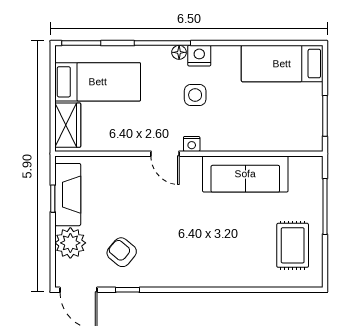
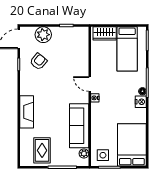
bed: (282, 64) -> (132, 145), width x1.50
side table: (195, 95) -> (103, 155), moved
door: (165, 154) -> (90, 84), hinge flipped
plant: (299, 165) -> (84, 154), added
fireplace: (68, 195) -> (27, 112), moved, turned -90
rug: (293, 245) -> (42, 150), turned 90

